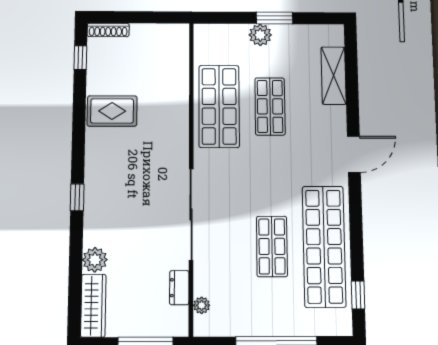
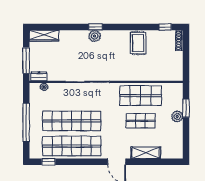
window: (274, 18) -> (186, 108), moved
shelving: (334, 76) -> (146, 153), moved
shop shelf: (272, 246) -> (72, 121), width x2.00, depth x1.36
plant: (95, 260) -> (95, 36), moved
dresser: (179, 288) -> (39, 76), moved

